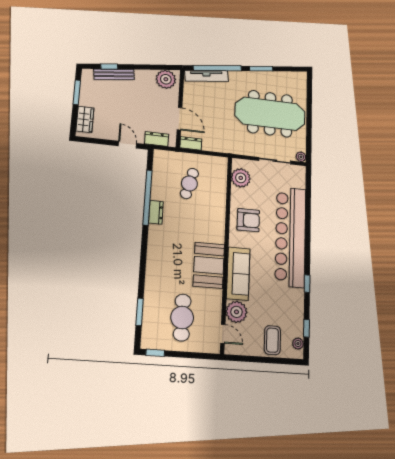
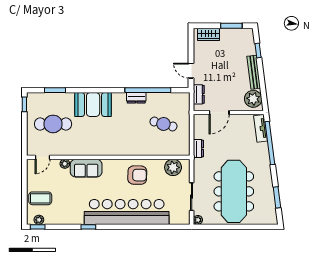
window: (261, 69) -> (277, 197), moved
bench: (114, 74) -> (254, 72), moved
tv unit: (207, 76) -> (261, 128), width x0.71
dresser: (191, 143) -> (198, 149), moved
door: (127, 145) -> (191, 71), swing flipped
armchair: (248, 220) -> (137, 175), turned -89
booth: (209, 265) -> (93, 104), moved
sofa: (238, 274) -> (86, 168), width x0.73
plant: (236, 312) -> (65, 164), width x0.53, depth x0.53
window: (306, 328) -> (38, 227), moved

